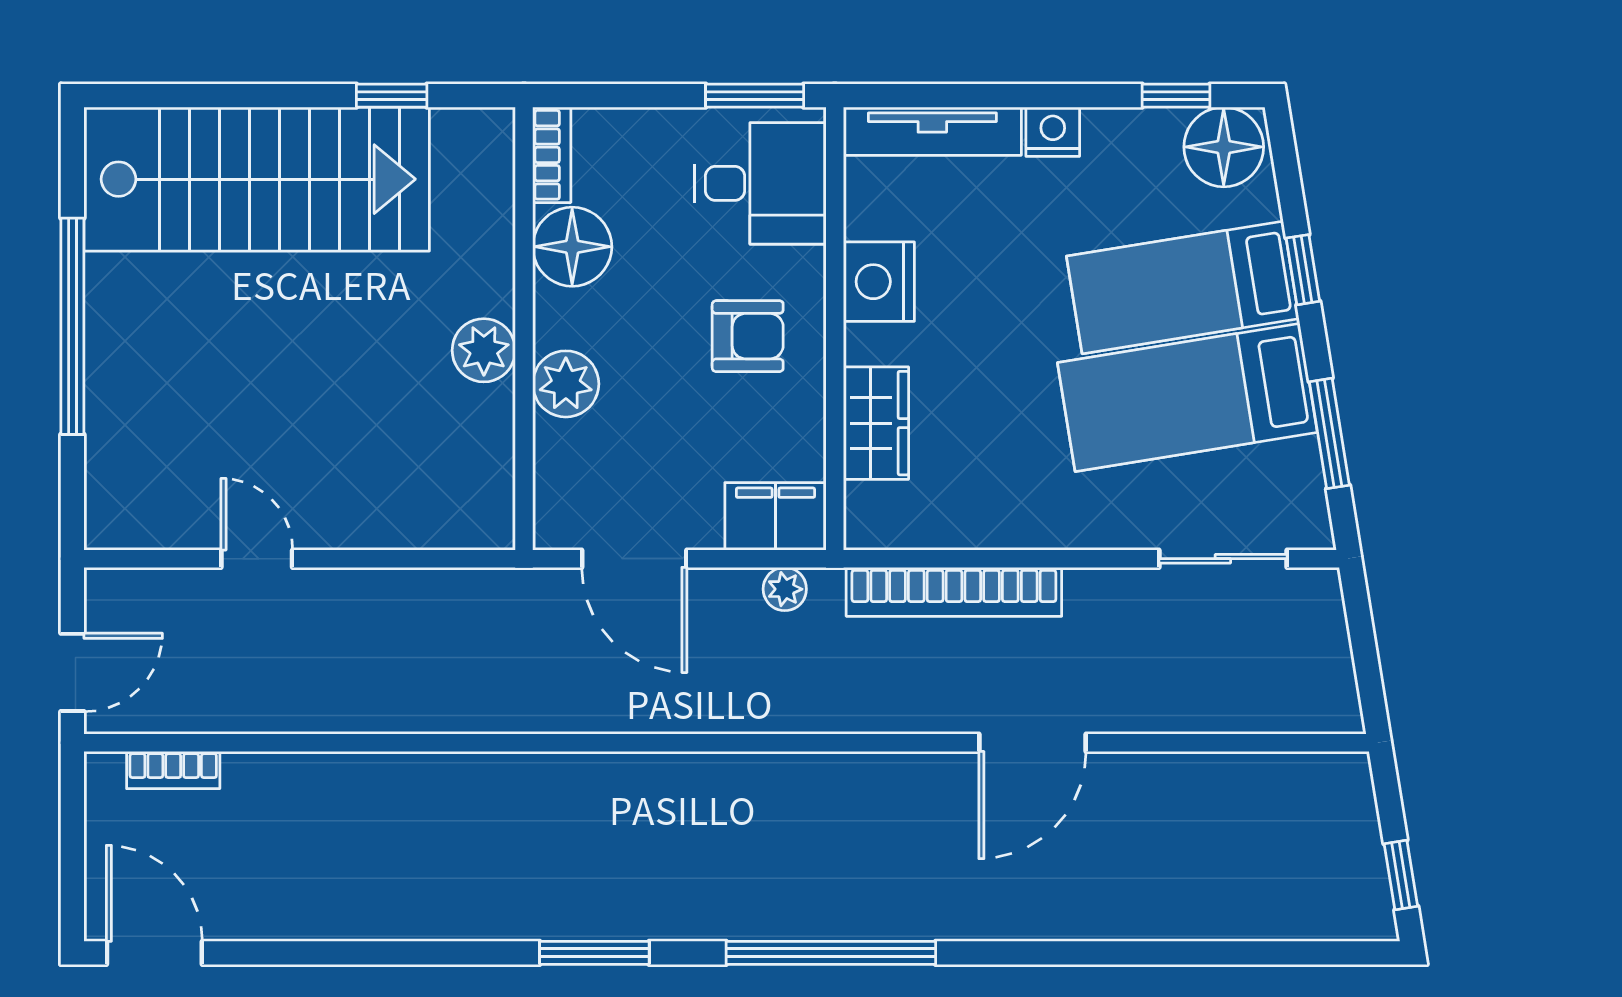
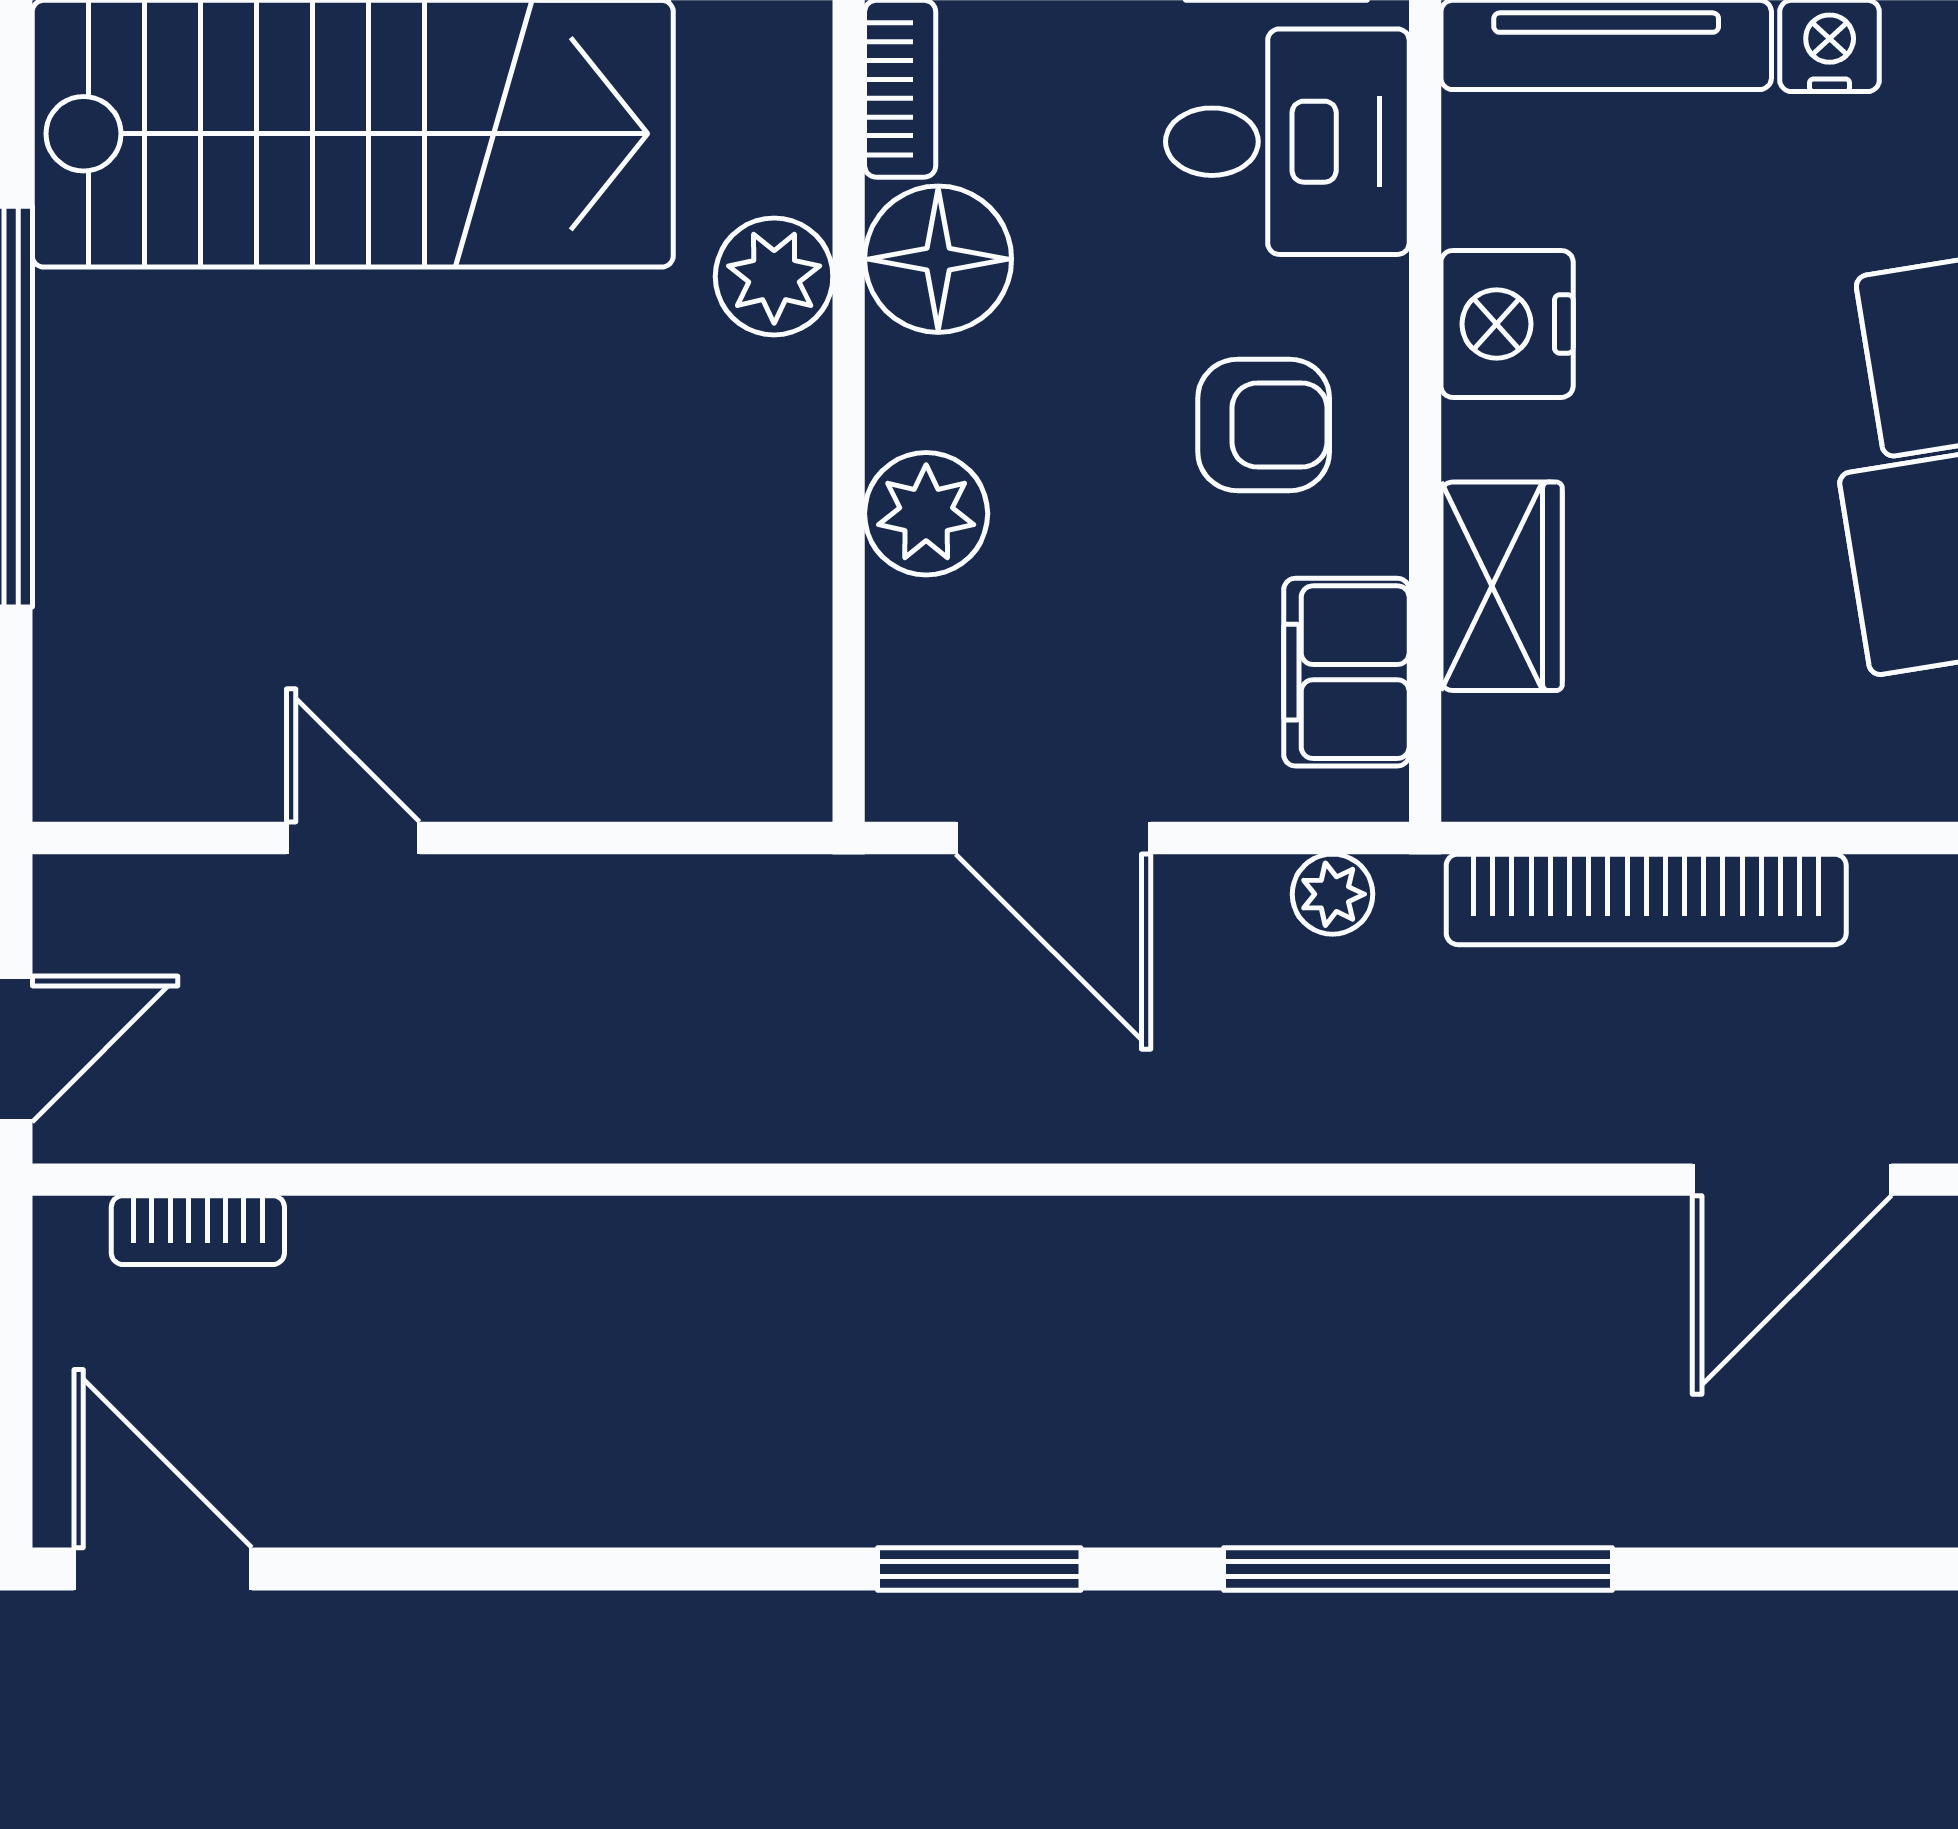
plant: (484, 350) -> (774, 276), moved
filing cabinet: (775, 516) -> (1346, 672), moved, turned -90

